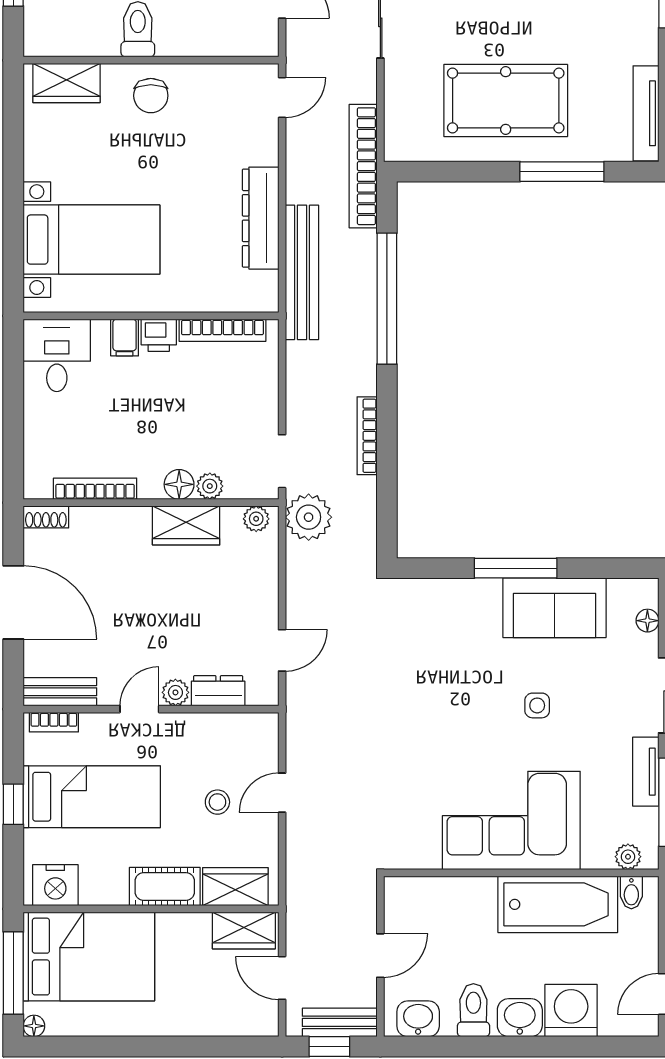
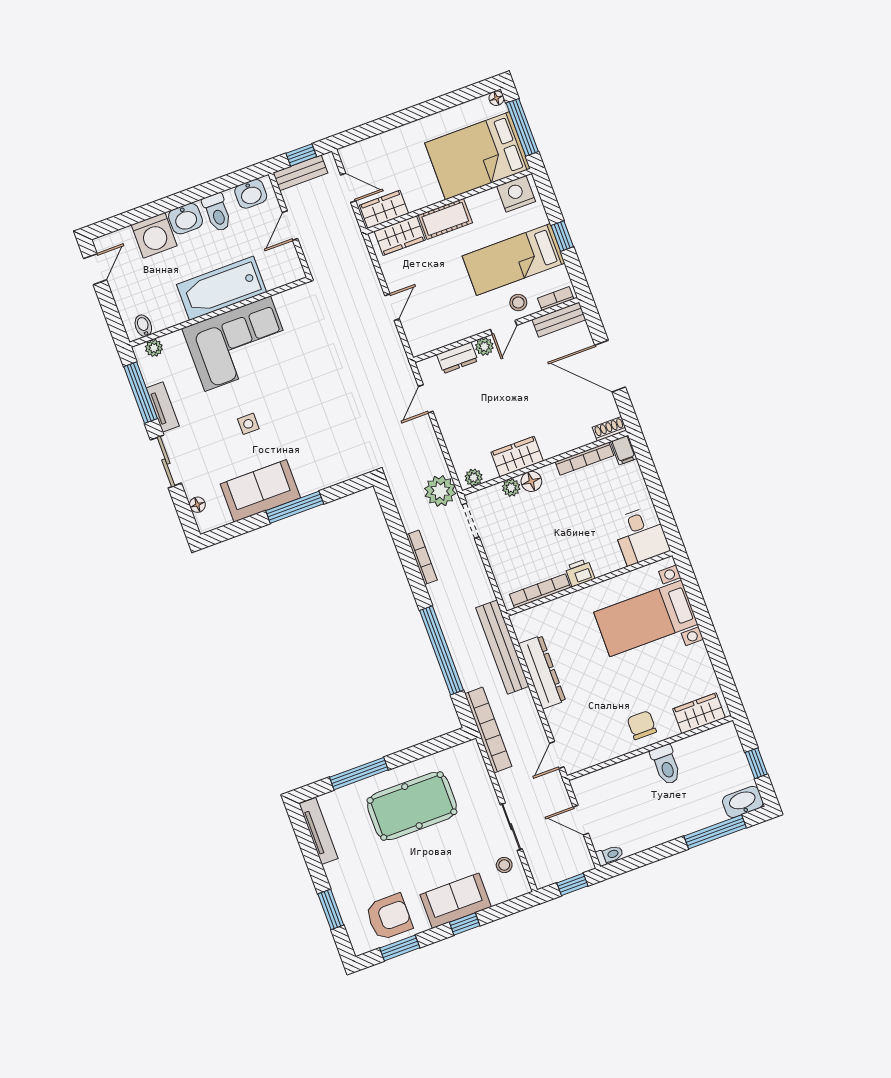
filing cabinet: (125, 338) -> (624, 450), moved, turned 180
stool: (217, 802) -> (518, 303), moved
bathtub: (558, 904) -> (222, 288), moved

